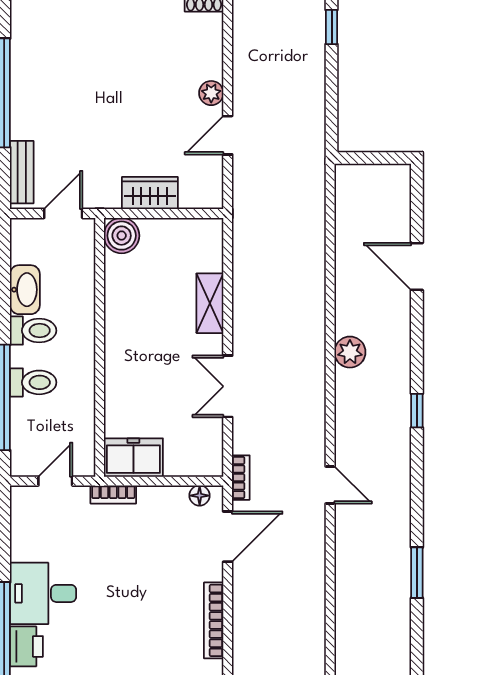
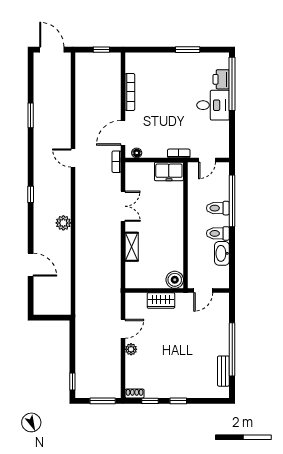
bench: (22, 172) -> (223, 371), moved

